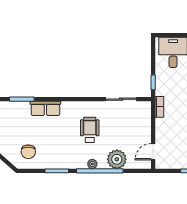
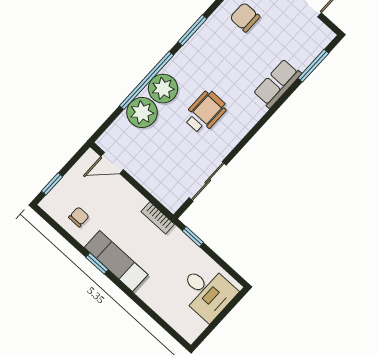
wheelchair: (90, 130) -> (205, 112), turned -90
door: (153, 152) -> (112, 163), swing flipped
plant: (92, 164) -> (163, 89), width x1.88, depth x1.88

